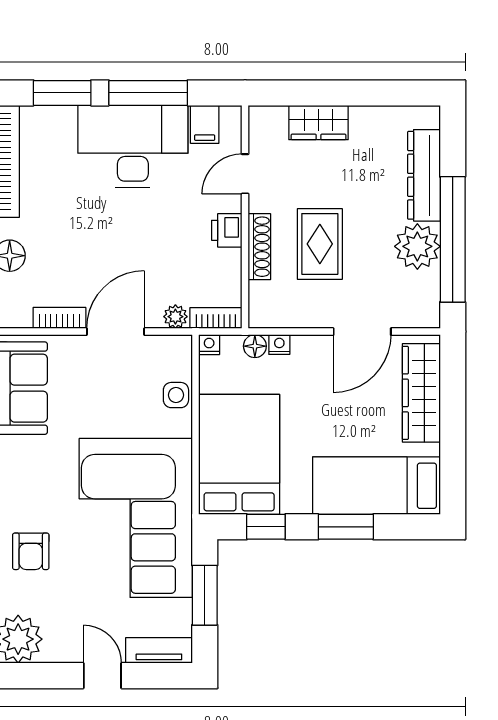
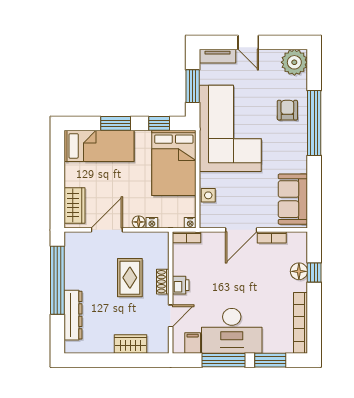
plant: (417, 246) -> (77, 276), removed
shoe rack: (259, 247) -> (163, 282), width x0.70
plant: (175, 317) -> (209, 238), removed
floor lamp: (255, 346) -> (139, 222), moved
wardrobe: (421, 393) -> (75, 205), width x0.67

